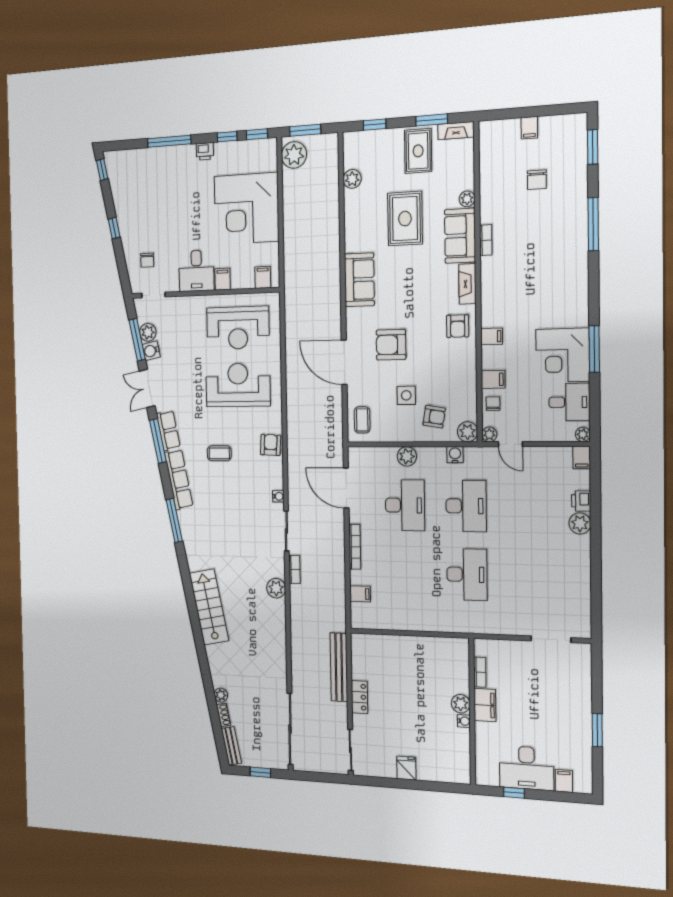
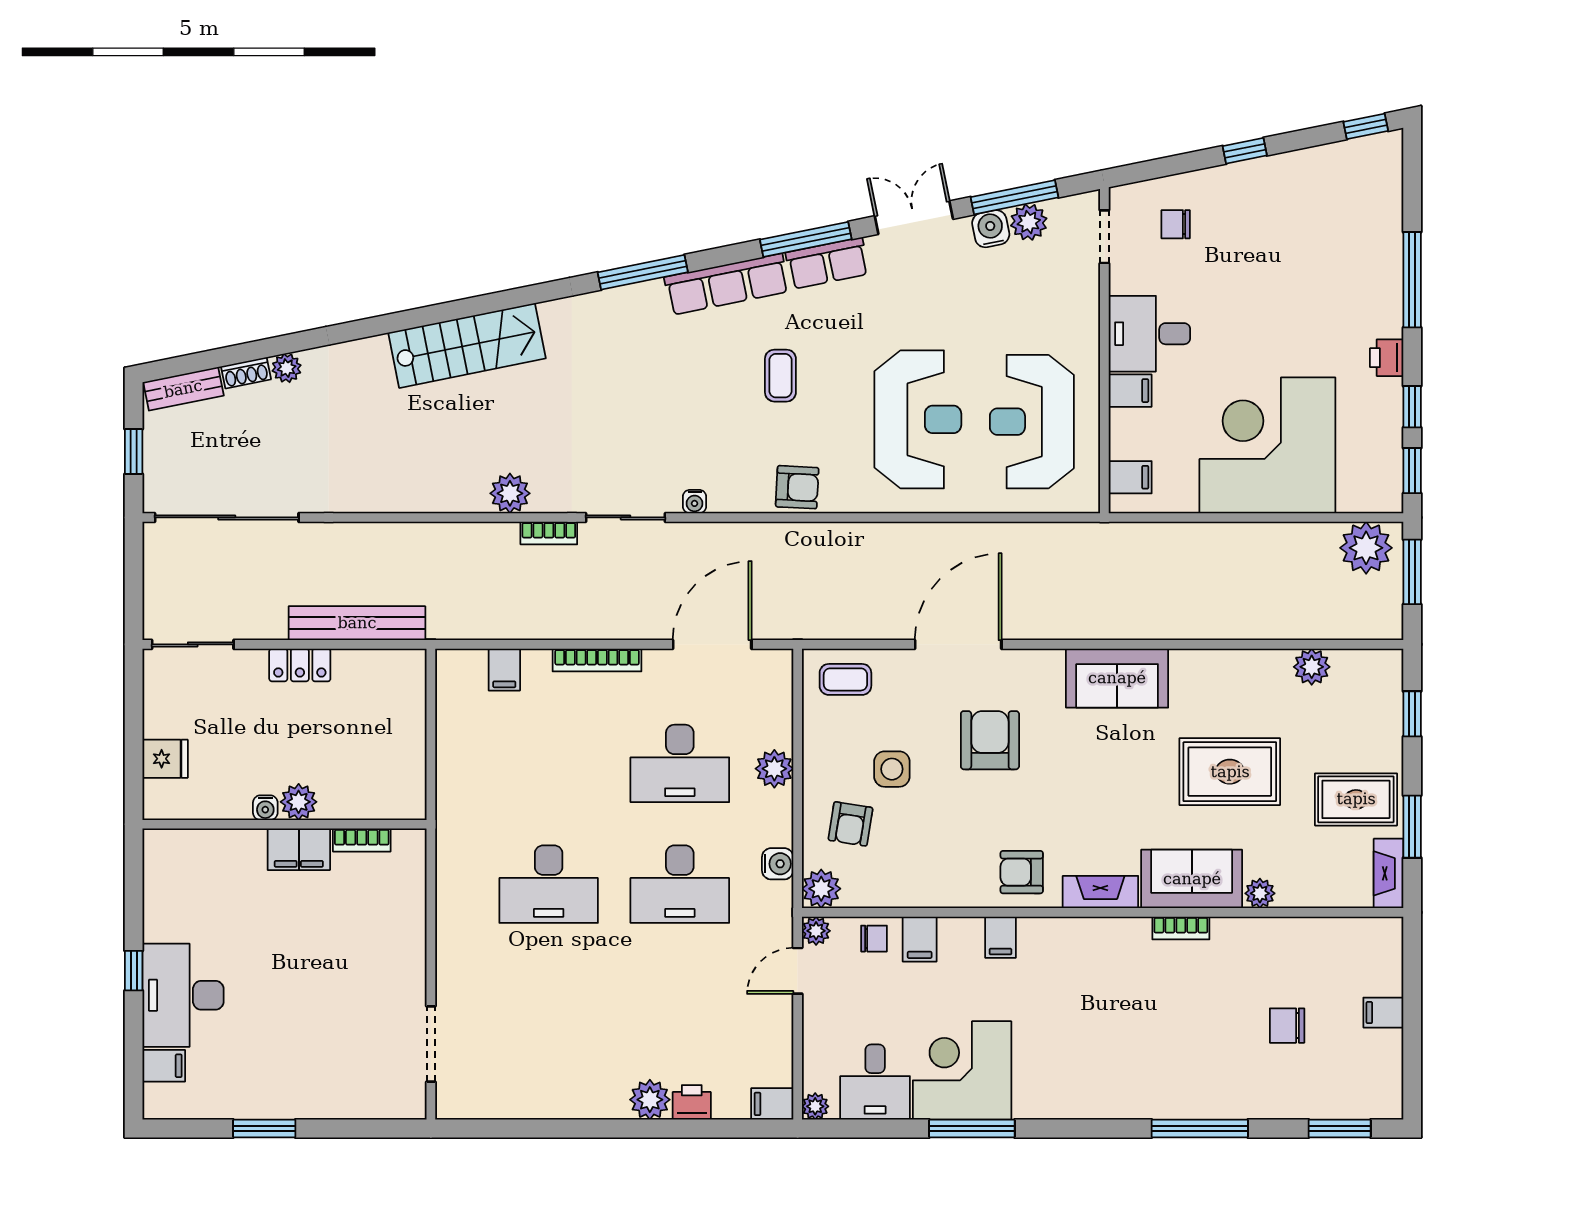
bookcase: (480, 672) -> (362, 840), moved
plant: (461, 704) -> (299, 802), moved
filing cabinet: (485, 705) -> (299, 849), moved
wall: (472, 712) -> (285, 824), moved
water cooler: (464, 721) -> (265, 808), moved

